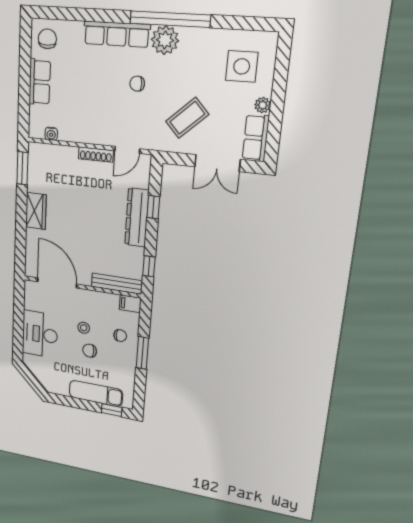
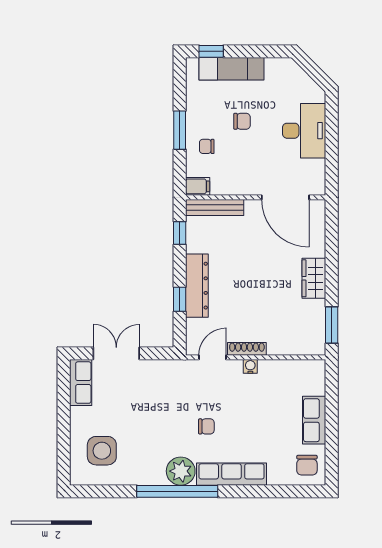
plant: (263, 105) -> (77, 415), removed
coffee table: (187, 118) -> (151, 396), removed
water cooler: (51, 134) -> (250, 366), moved
stool: (84, 328) -> (251, 148), removed

